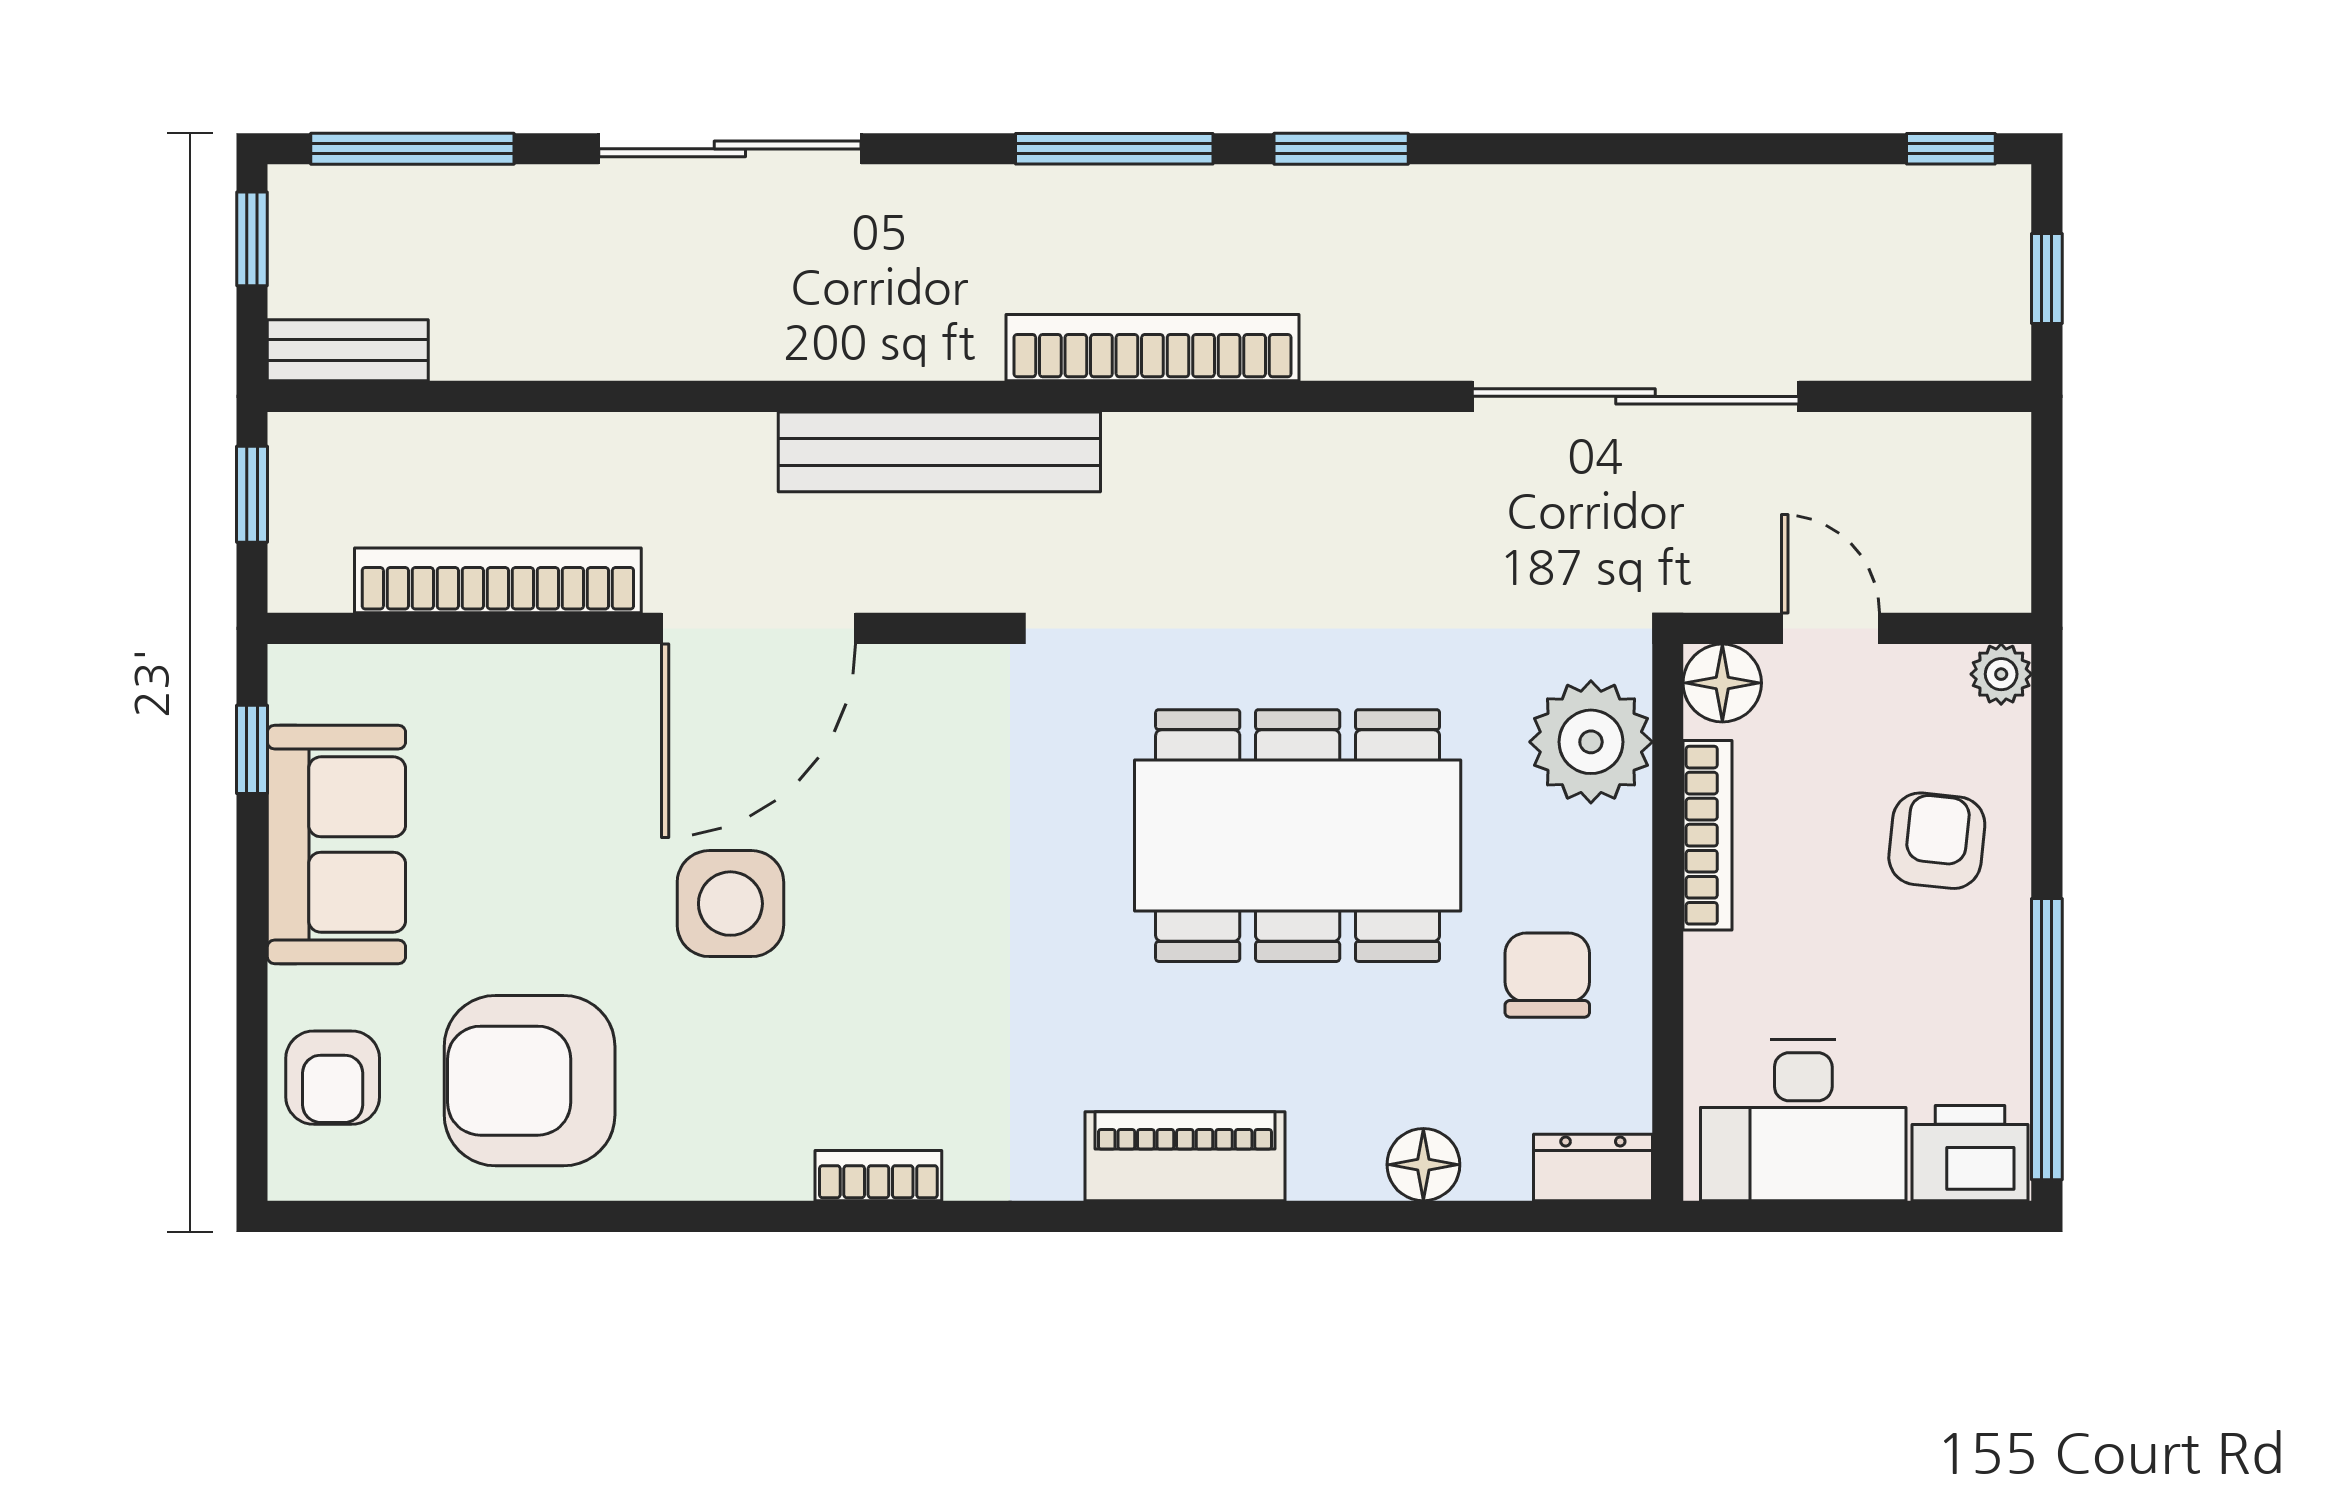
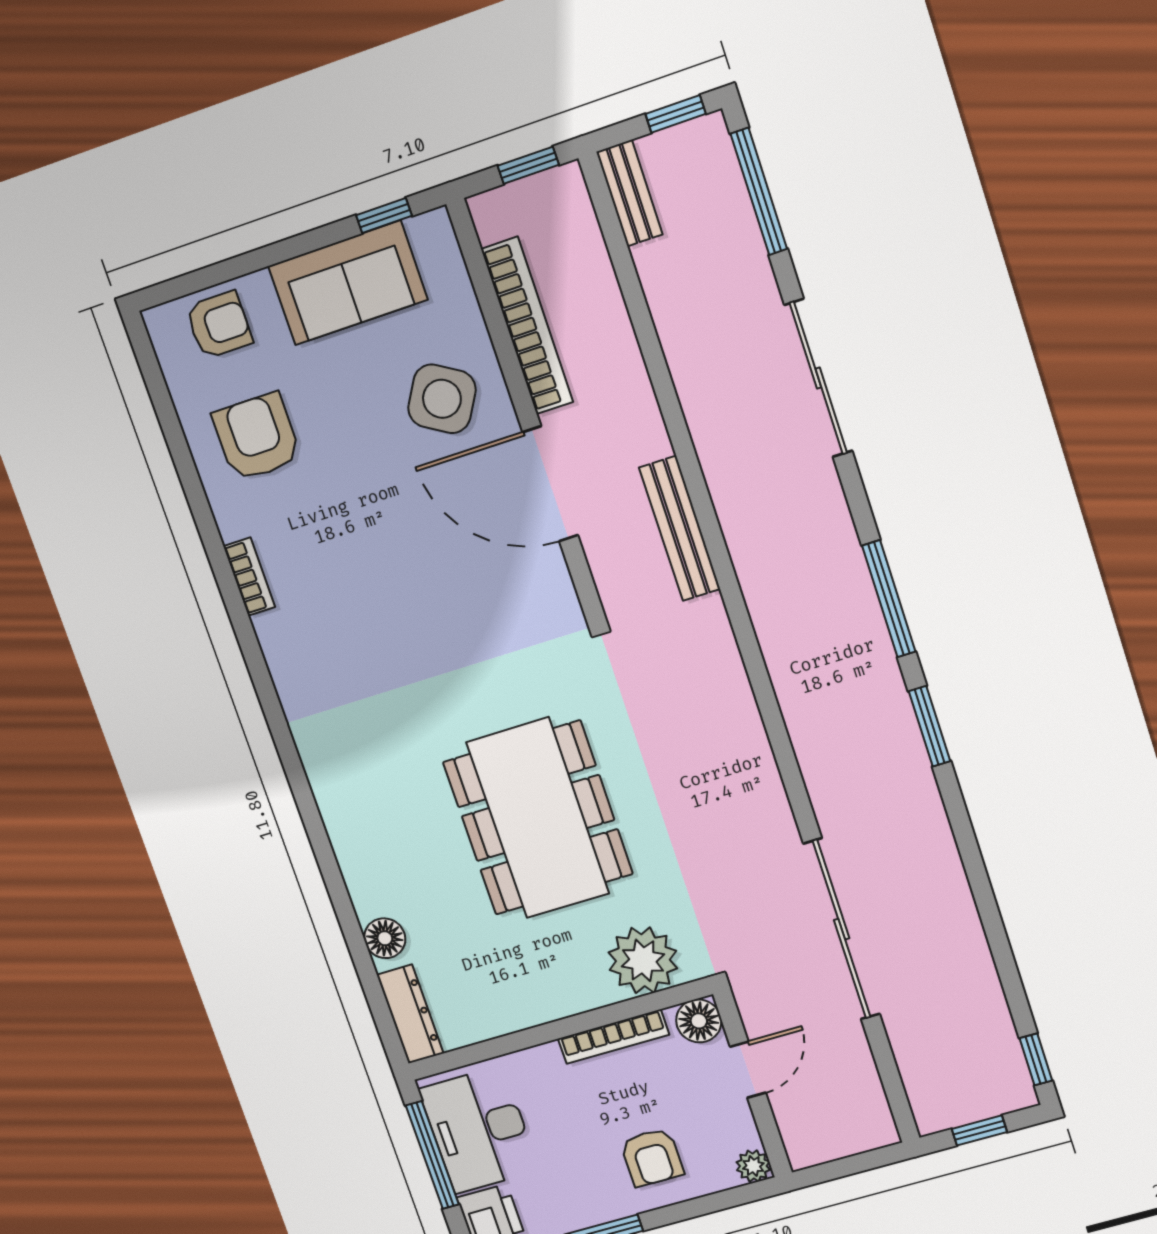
bookcase: (1152, 348) -> (782, 655), removed
bench: (939, 452) -> (680, 528), width x0.73, depth x0.82
armchair: (1937, 841) -> (652, 1157), turned 84
side table: (730, 904) -> (442, 399), moved, turned 31
chair: (1547, 975) -> (509, 974), removed
armchair: (333, 1078) -> (219, 325), turned 180
armchair: (530, 1081) -> (257, 437), width x0.73, depth x0.73
piano: (1185, 1156) -> (344, 810), removed
dresser: (1593, 1168) -> (410, 1014), width x1.44
bookcase: (878, 1176) -> (249, 577), moved
window: (1825, 1216) -> (432, 1155), added

